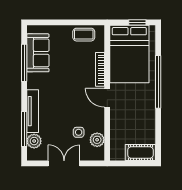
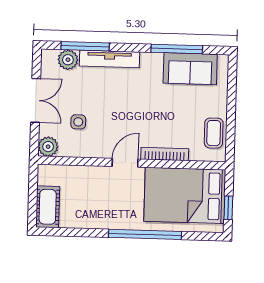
plant: (97, 140) -> (48, 147), moved

